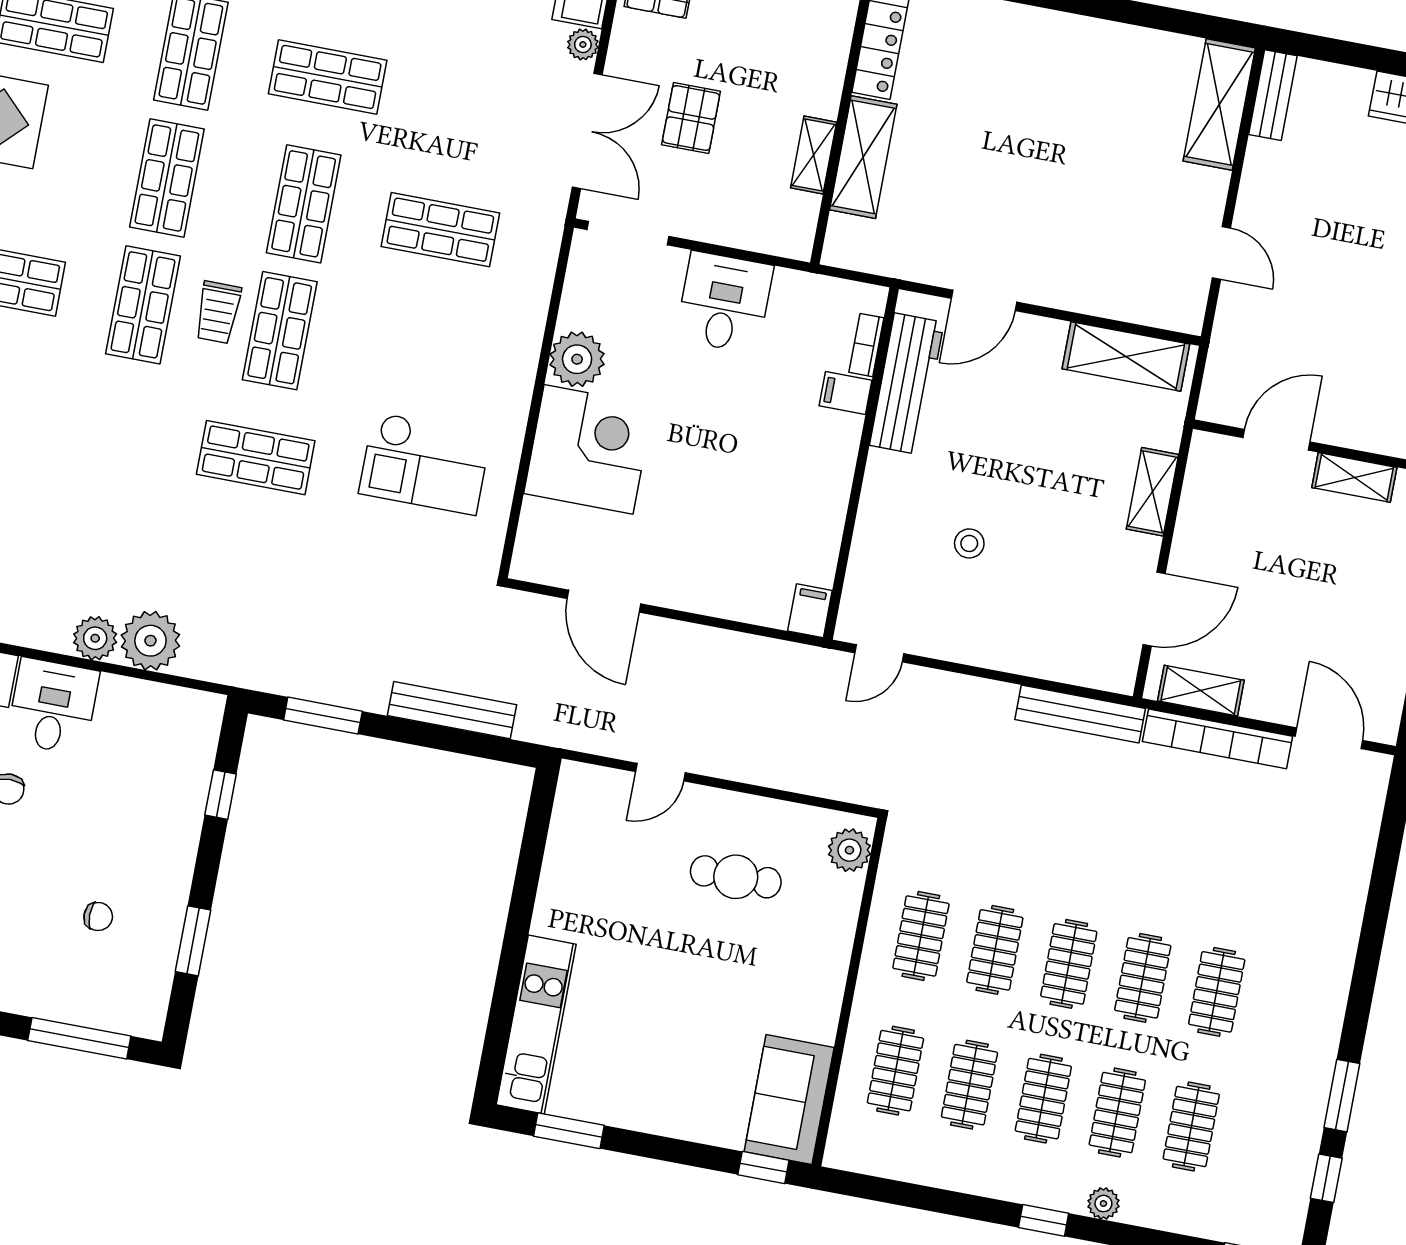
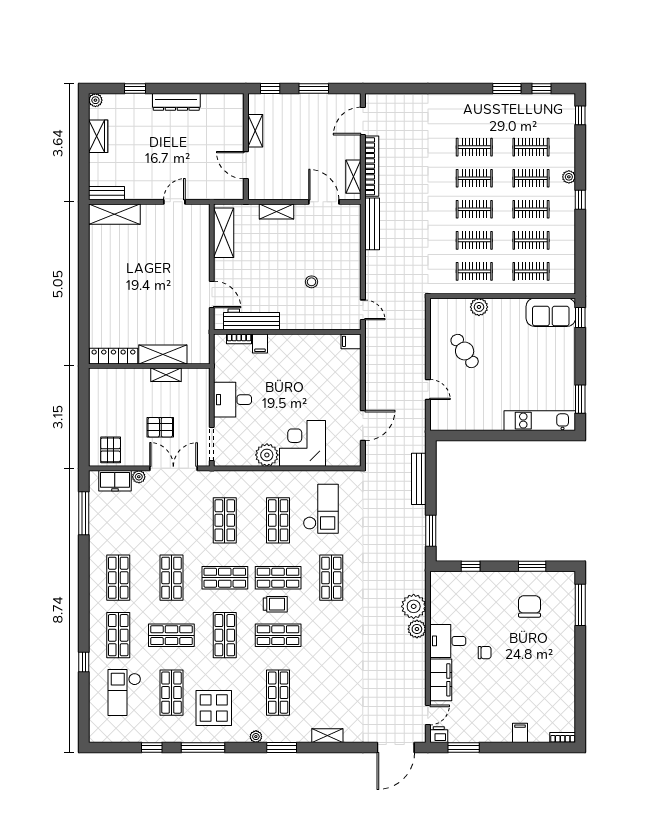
shop shelf: (167, 178) -> (225, 635), turned 90
shop shelf: (416, 357) -> (278, 520), added
plant: (849, 850) -> (479, 307), moved
cafe table: (736, 877) -> (465, 351), turned -34
chair: (98, 917) -> (529, 606), width x1.87, depth x1.87

